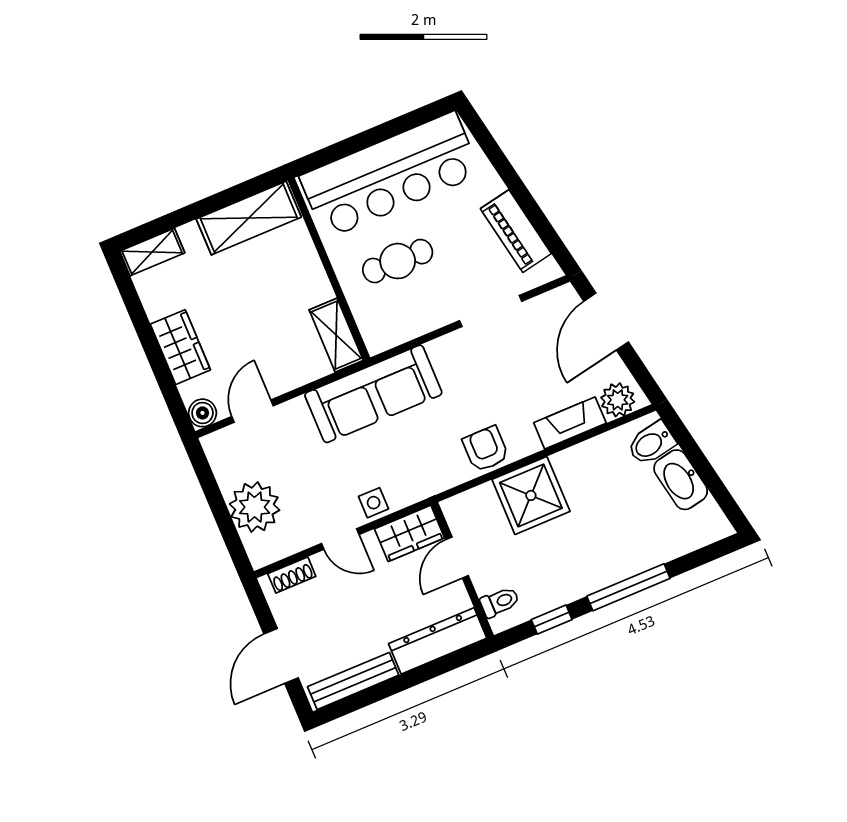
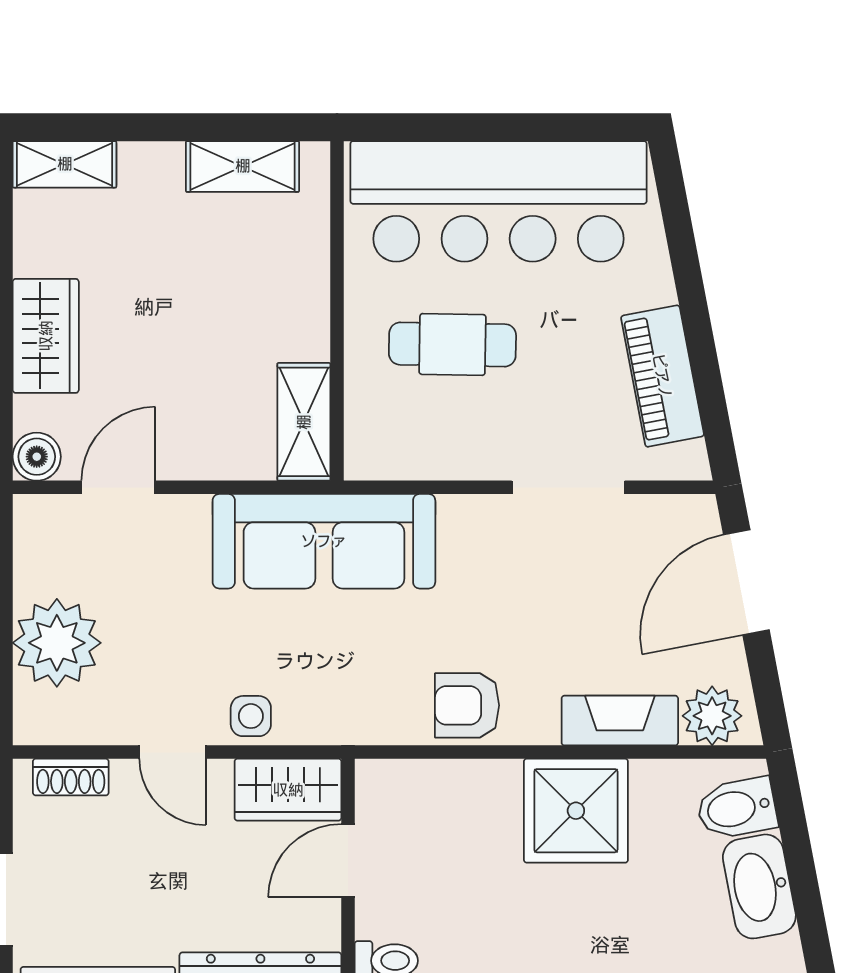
shelving: (249, 218) -> (243, 166), width x0.67, depth x0.75
armchair: (486, 449) -> (467, 705), turned -90
shower: (531, 495) -> (576, 811), moved

